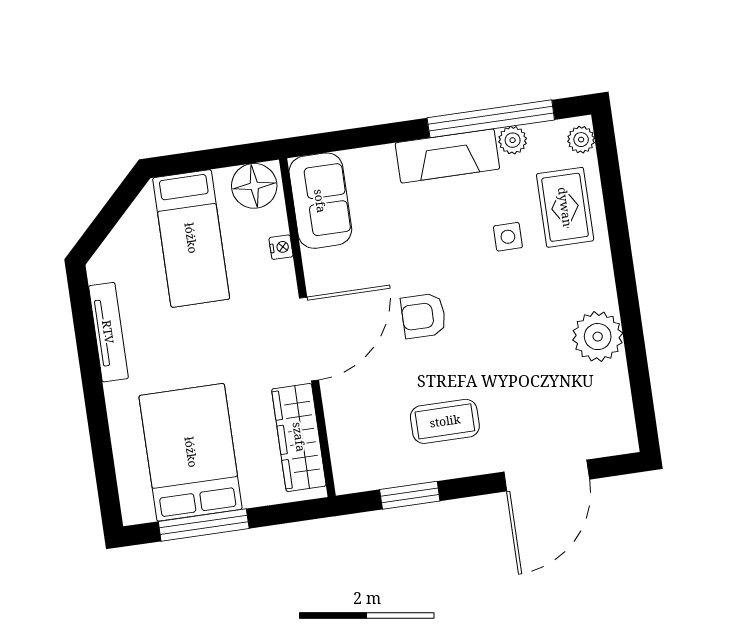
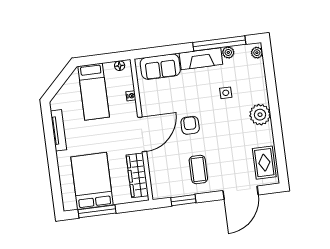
floor lamp: (254, 186) -> (120, 66), width x0.53, depth x0.53
sofa: (320, 201) -> (160, 67), moved, turned 90
rug: (565, 207) -> (264, 163), moved
armchair: (423, 316) -> (190, 125), turned 90
plant: (598, 337) -> (260, 115), moved
coffee table: (445, 421) -> (198, 169), turned 90

